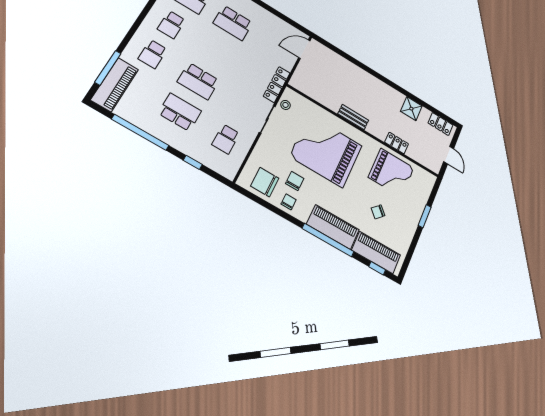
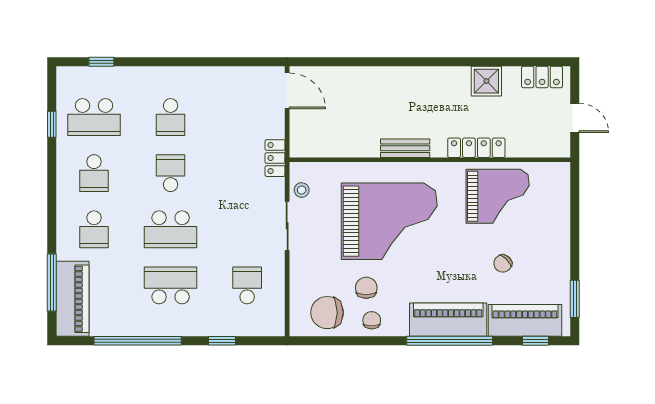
school desk: (233, 23) -> (171, 117), width x0.54
door: (304, 49) -> (287, 91), swing flipped
school desk: (216, 51) -> (171, 173), added
locker: (277, 85) -> (275, 158), width x0.66
school desk: (226, 139) -> (247, 285), turned 180
locker: (397, 143) -> (476, 148), width x1.53
grand piano: (326, 151) -> (389, 221), turned 180
window: (425, 216) -> (575, 299), moved

